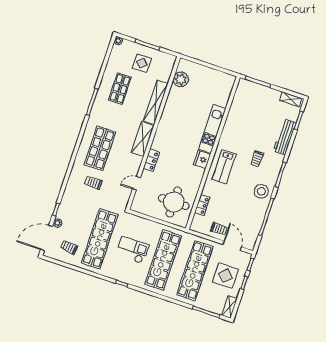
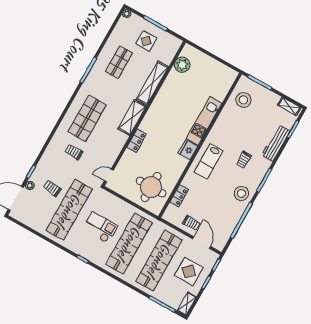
stool: (246, 102) -> (243, 100), added
door: (136, 183) -> (109, 176), moved
trolley: (69, 247) -> (52, 188), moved

